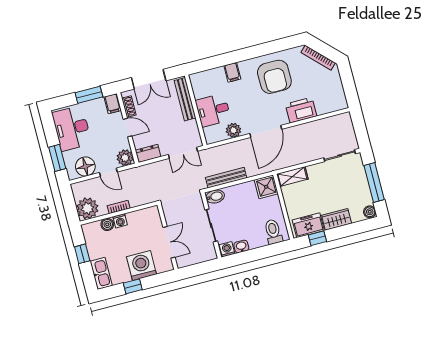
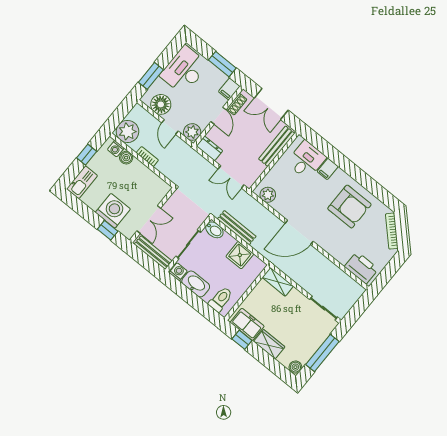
armchair: (274, 77) -> (349, 207), turned -90
desk: (213, 110) -> (306, 160), moved, turned 90
printer: (301, 110) -> (361, 268), moved
plant: (233, 130) -> (268, 195), moved
shower: (266, 187) -> (240, 255), moved
washing machine: (120, 221) -> (116, 149), moved
washbasin: (241, 246) -> (196, 284), width x1.91, depth x1.45
bench: (198, 258) -> (153, 253), added
window: (133, 286) -> (108, 230), moved

